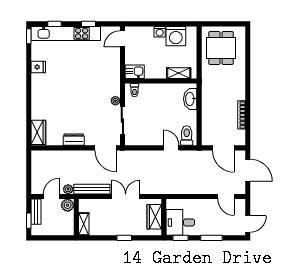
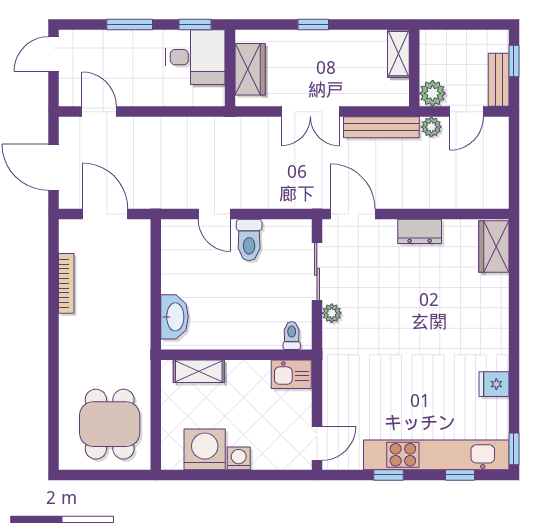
toilet: (187, 136) -> (249, 240), moved

